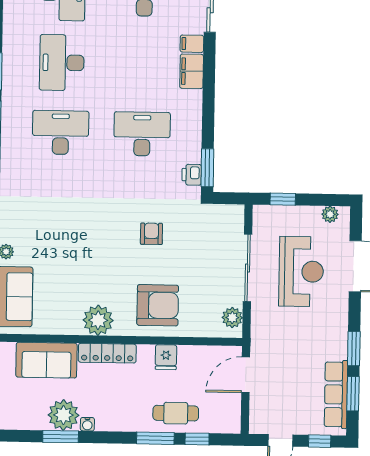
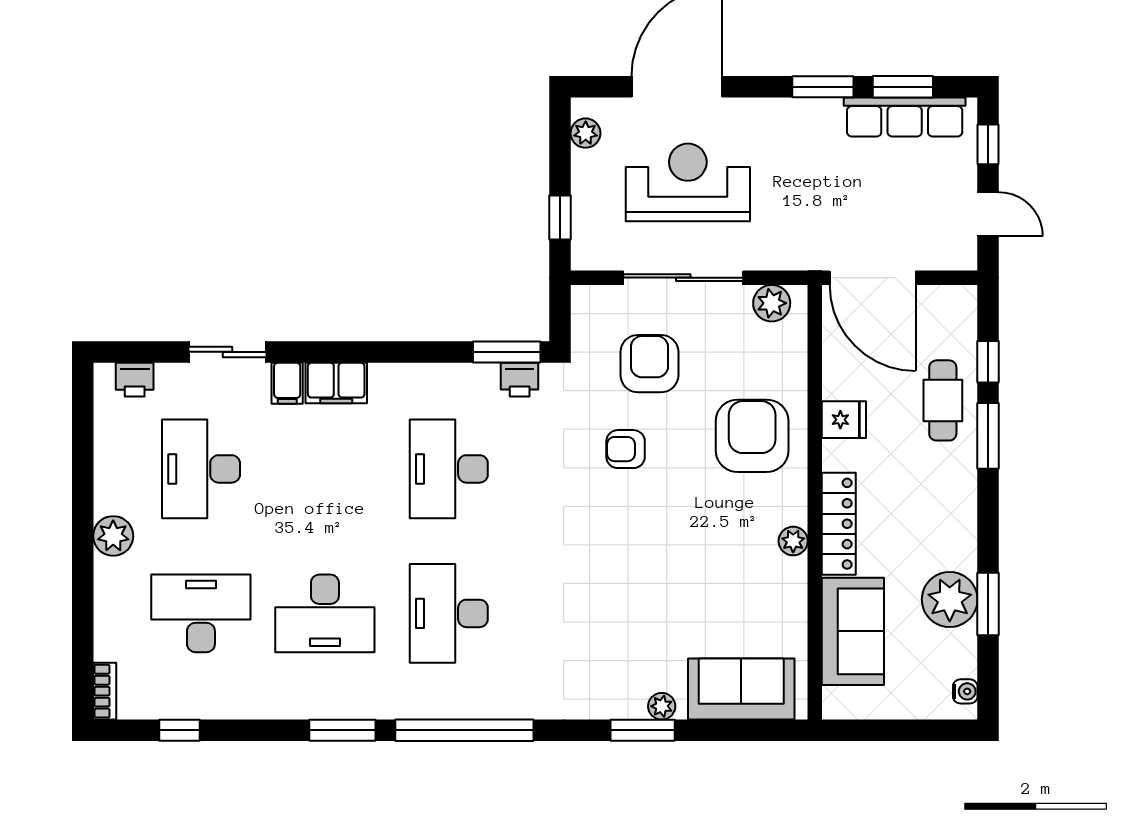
armchair: (199, 248) -> (649, 364), added
plant: (98, 320) -> (793, 541), width x0.53, depth x0.53
door: (246, 375) -> (873, 278), width x1.36
water cooler: (87, 424) -> (965, 691), moved

